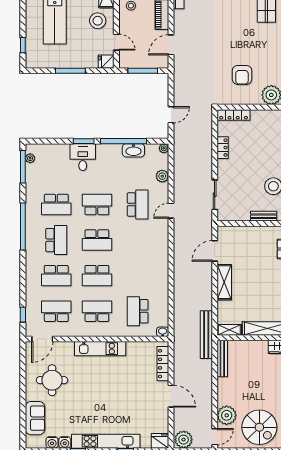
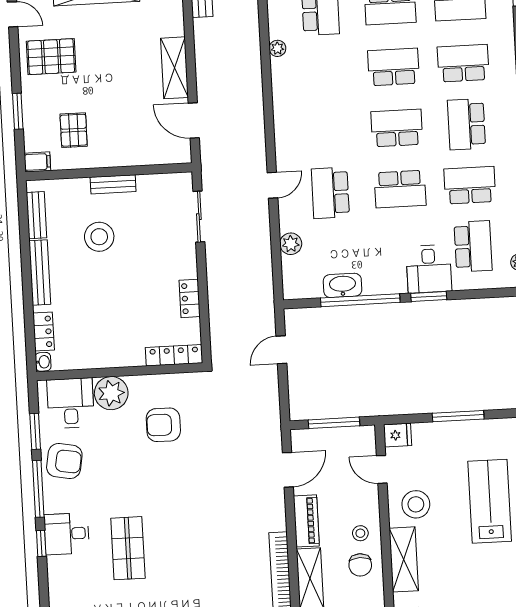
armchair: (242, 75) -> (163, 425), turned -90
plant: (164, 148) -> (277, 48), moved
school desk: (56, 169) -> (473, 246), added
door: (215, 251) -> (194, 120), swing flipped

